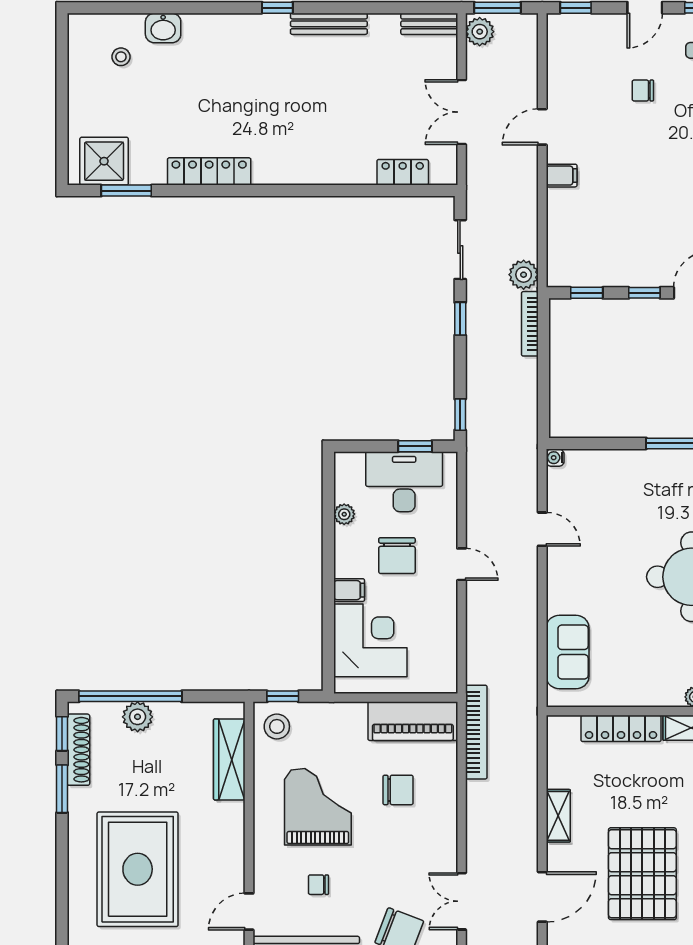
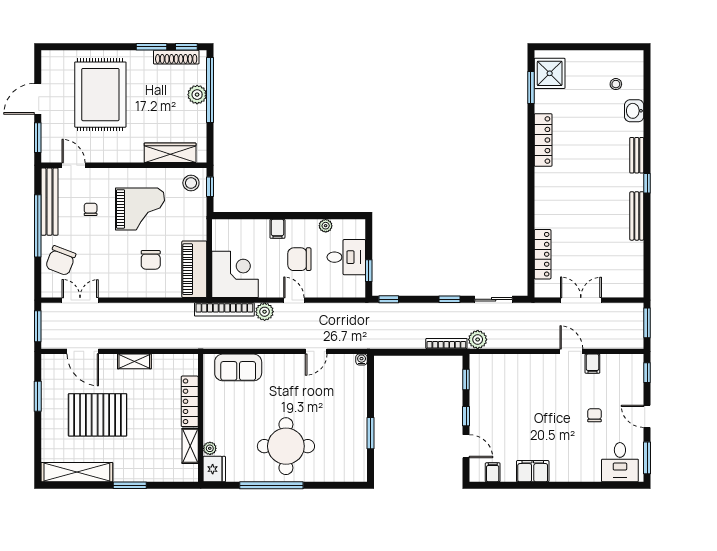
bench: (429, 24) -> (637, 155), moved
plant: (480, 32) -> (265, 312), moved
locker: (403, 172) -> (543, 254), width x1.53
filing cabinet: (562, 176) -> (592, 364), moved
desk: (404, 482) -> (346, 257), width x0.73
door: (462, 564) -> (294, 300), swing flipped
corner desk: (370, 640) -> (235, 274), moved, turned -90
bookcase: (476, 732) -> (224, 309), moved
rug: (138, 869) -> (100, 95), turned 90

